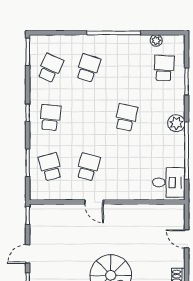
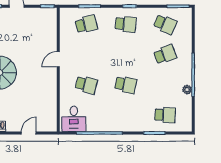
plant: (156, 41) -> (187, 90), moved
school desk: (88, 68) -> (165, 54), turned -39
plant: (176, 123) -> (121, 125), removed
school desk: (88, 167) -> (86, 85), moved

